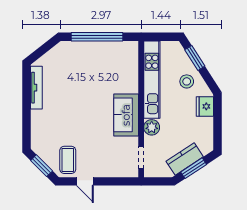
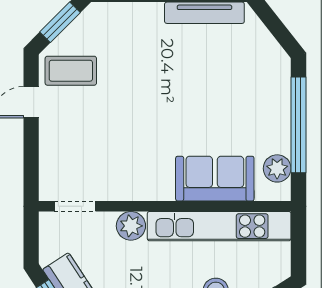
plant: (121, 48) -> (277, 168), added
sofa: (126, 115) -> (215, 179), moved

